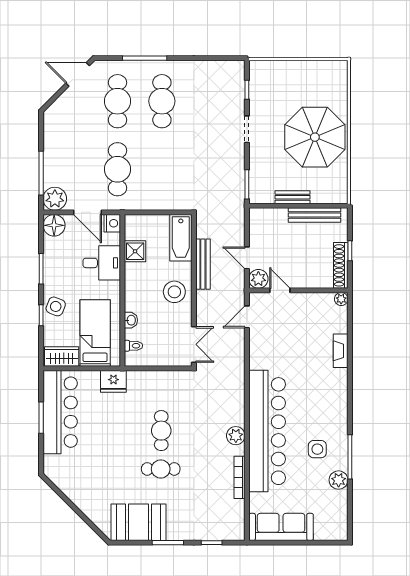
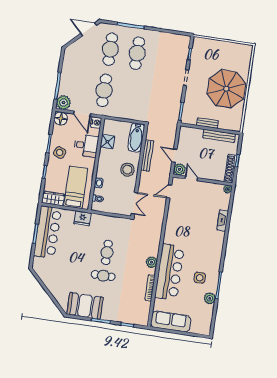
side table: (56, 306) -> (60, 152), moved
bar counter: (267, 431) -> (169, 272), width x0.73

